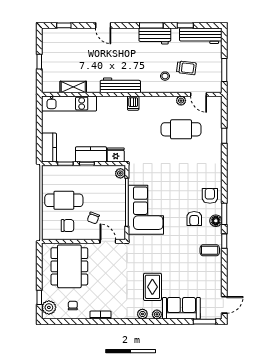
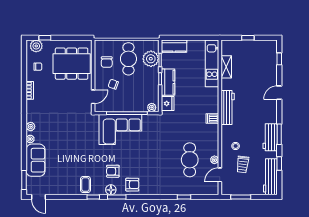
plant: (64, 174) -> (151, 59), added
rug: (152, 287) -> (54, 135), removed

